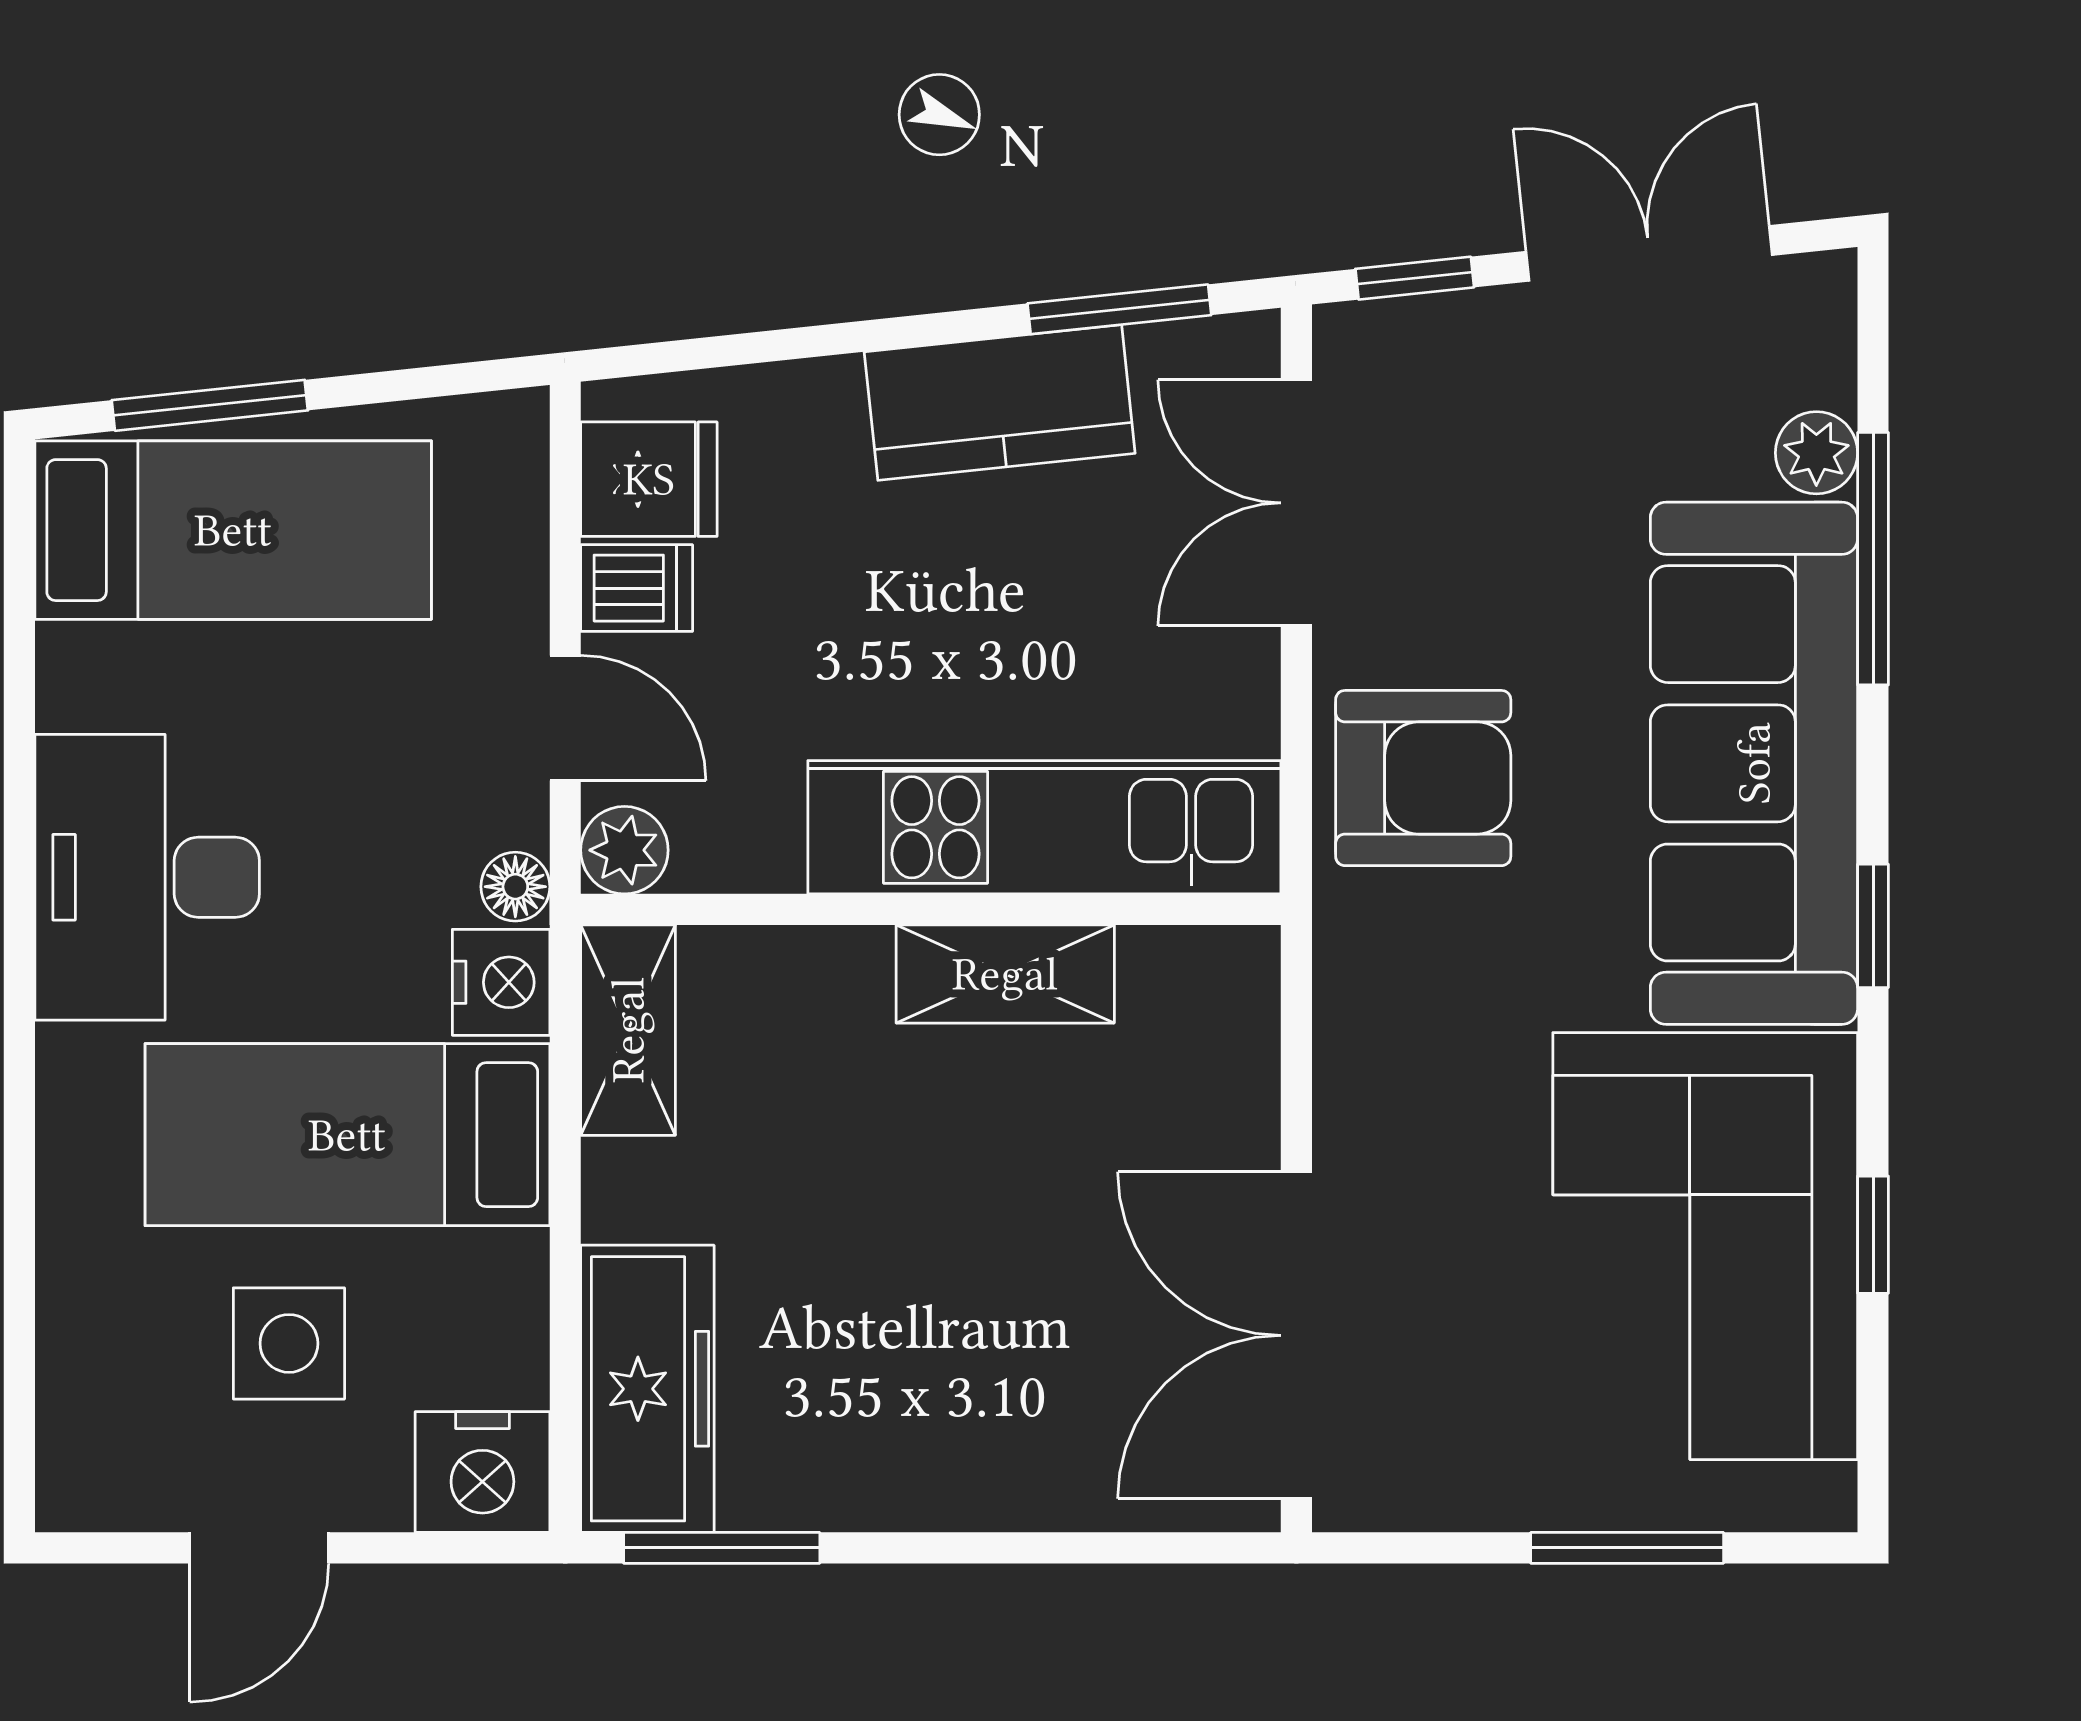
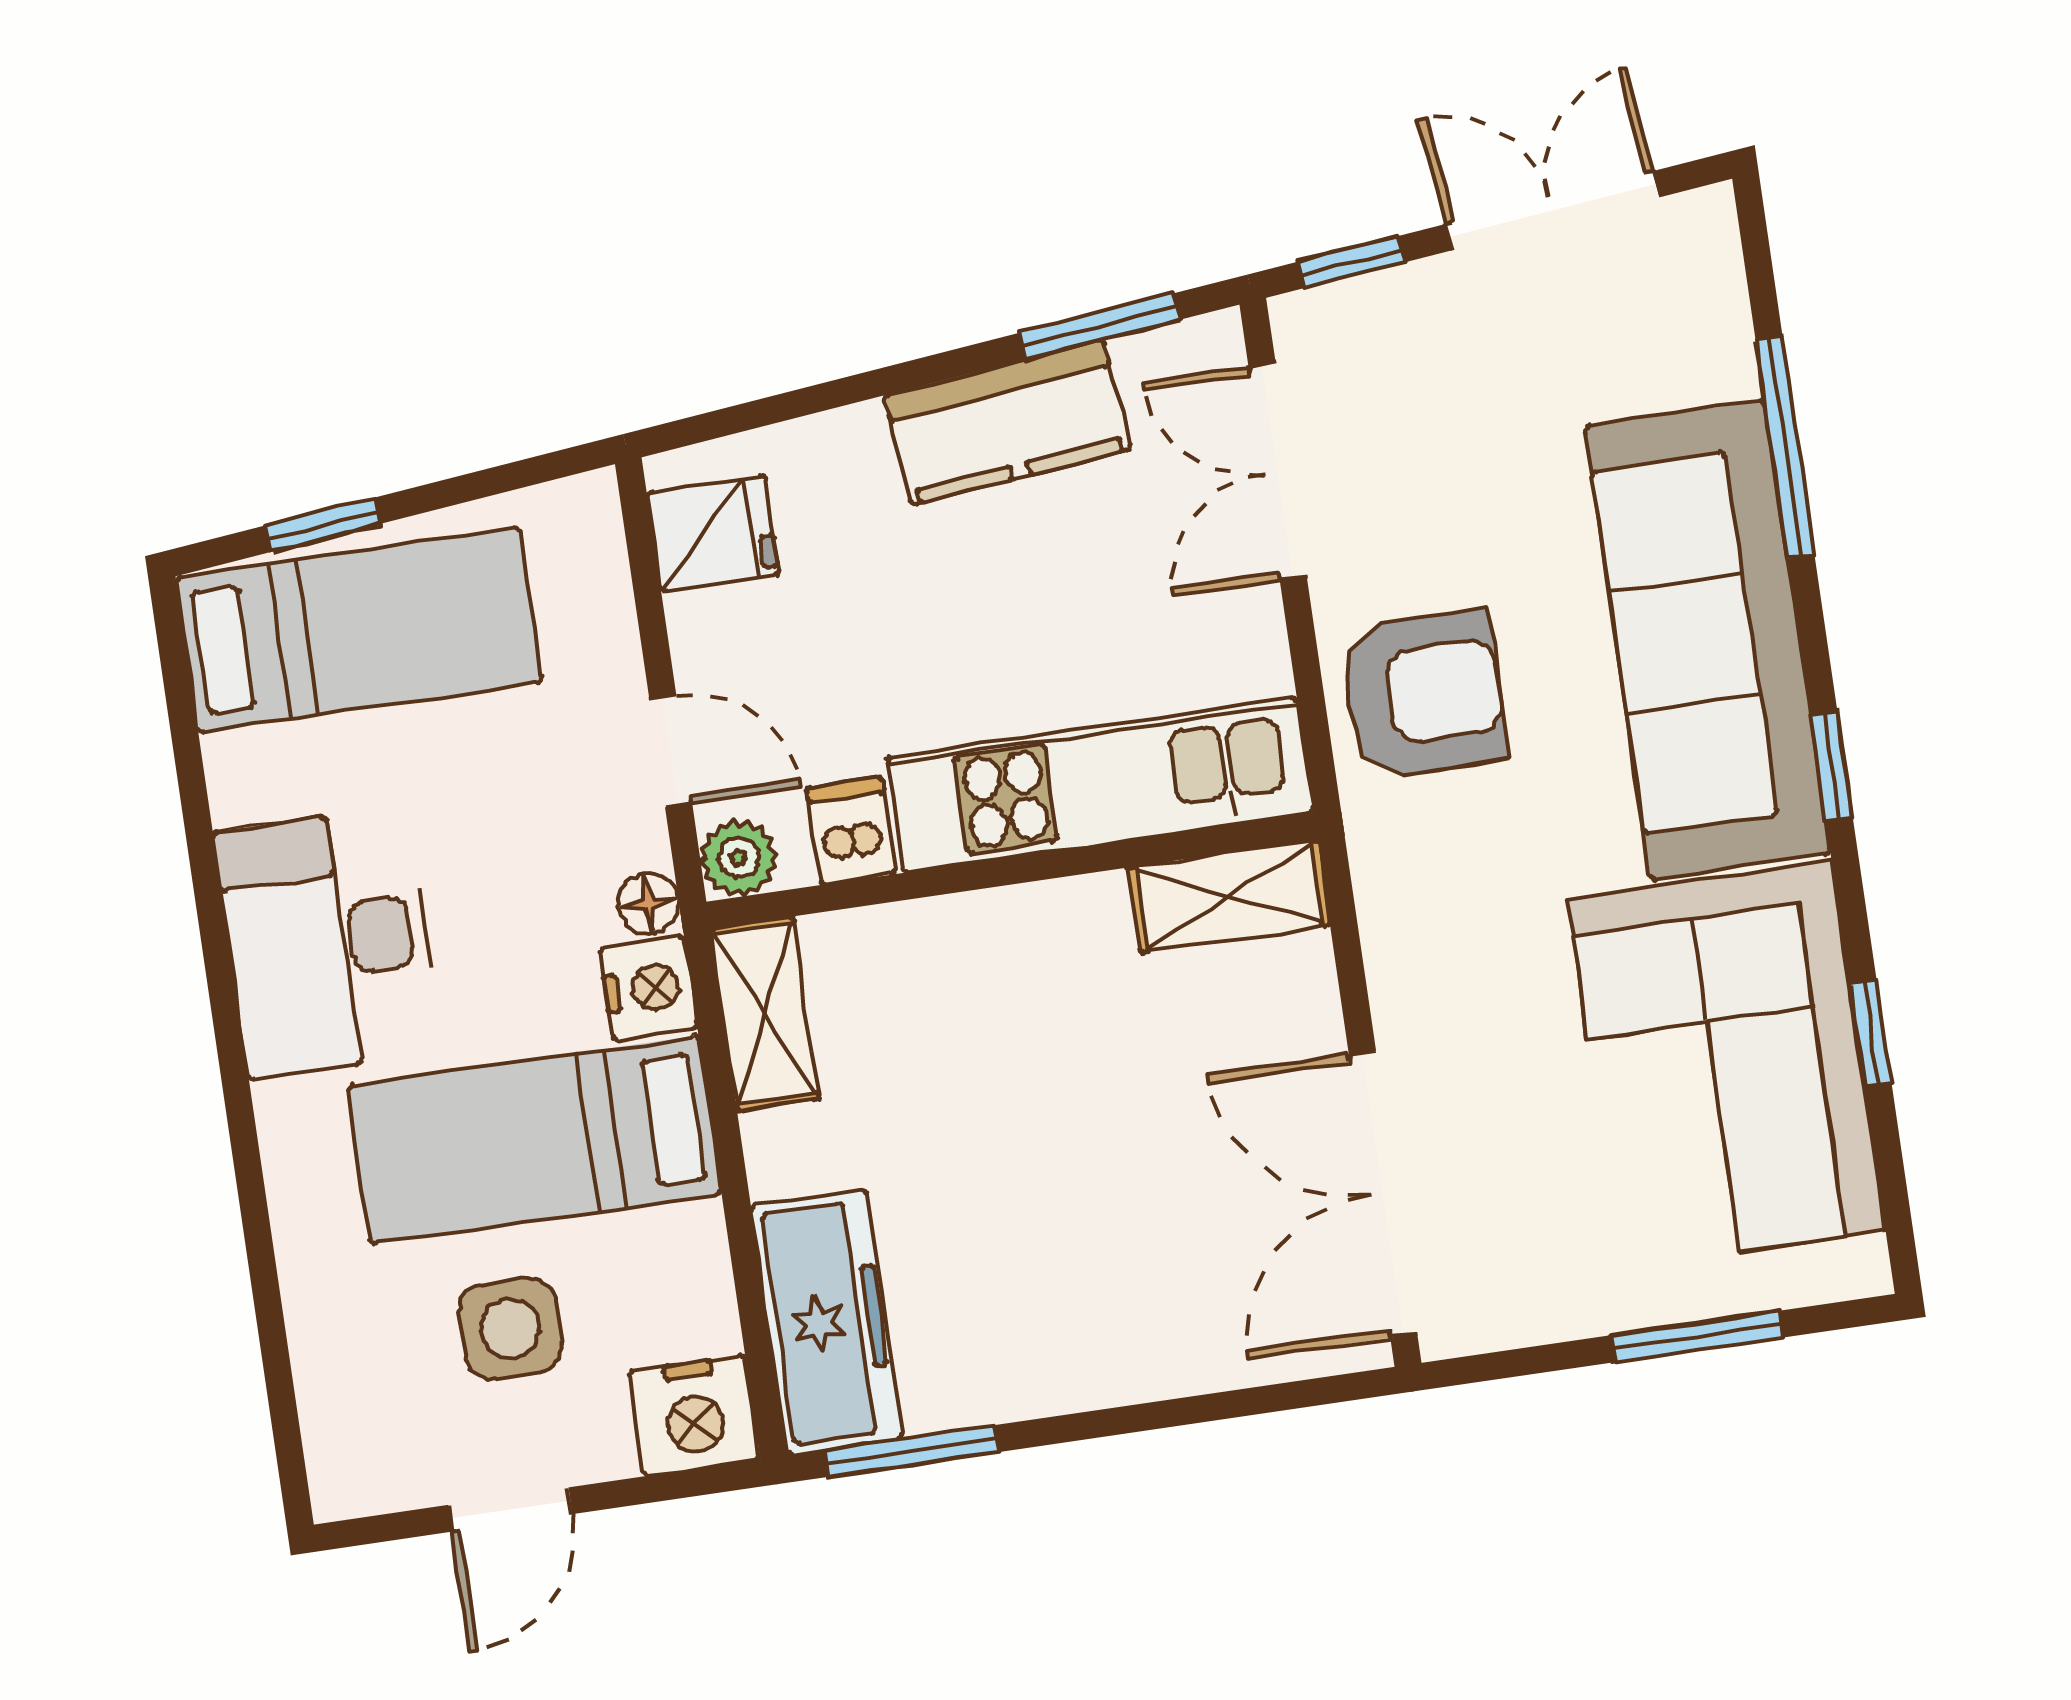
window: (210, 405) -> (323, 525), width x0.67
plant: (1816, 453) -> (1723, 363), removed
dishwasher: (637, 588) -> (851, 831), moved, turned -90
shelving: (1005, 974) -> (1229, 896), moved

